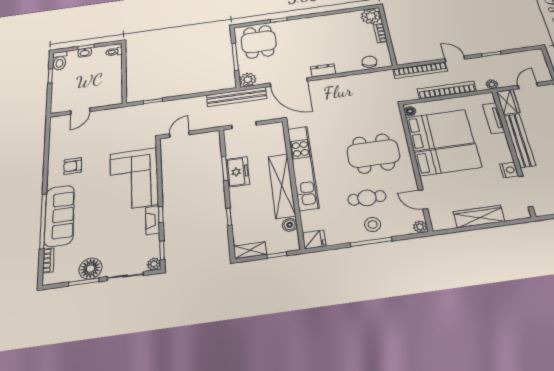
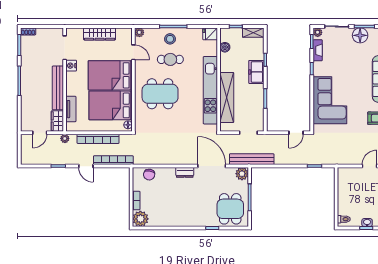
bed: (448, 160) -> (110, 75), width x1.50
freezer: (238, 172) -> (256, 72), moved
shelving: (282, 186) -> (227, 97), moved
fireplace: (152, 220) -> (318, 50), moved

